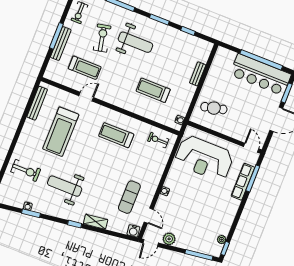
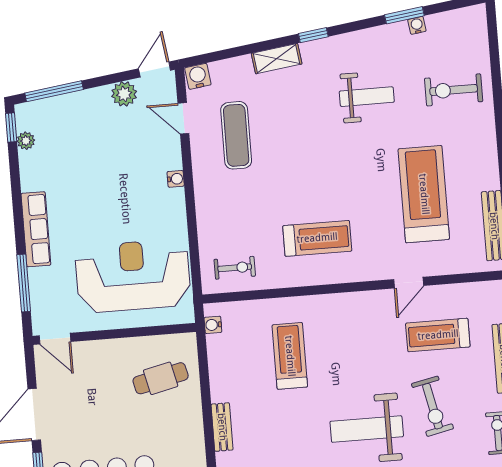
treadmill: (153, 90) -> (290, 356), turned -90
row of seats: (243, 182) -> (36, 229), moved
weight bench: (65, 186) -> (367, 97), width x0.73, depth x0.75

